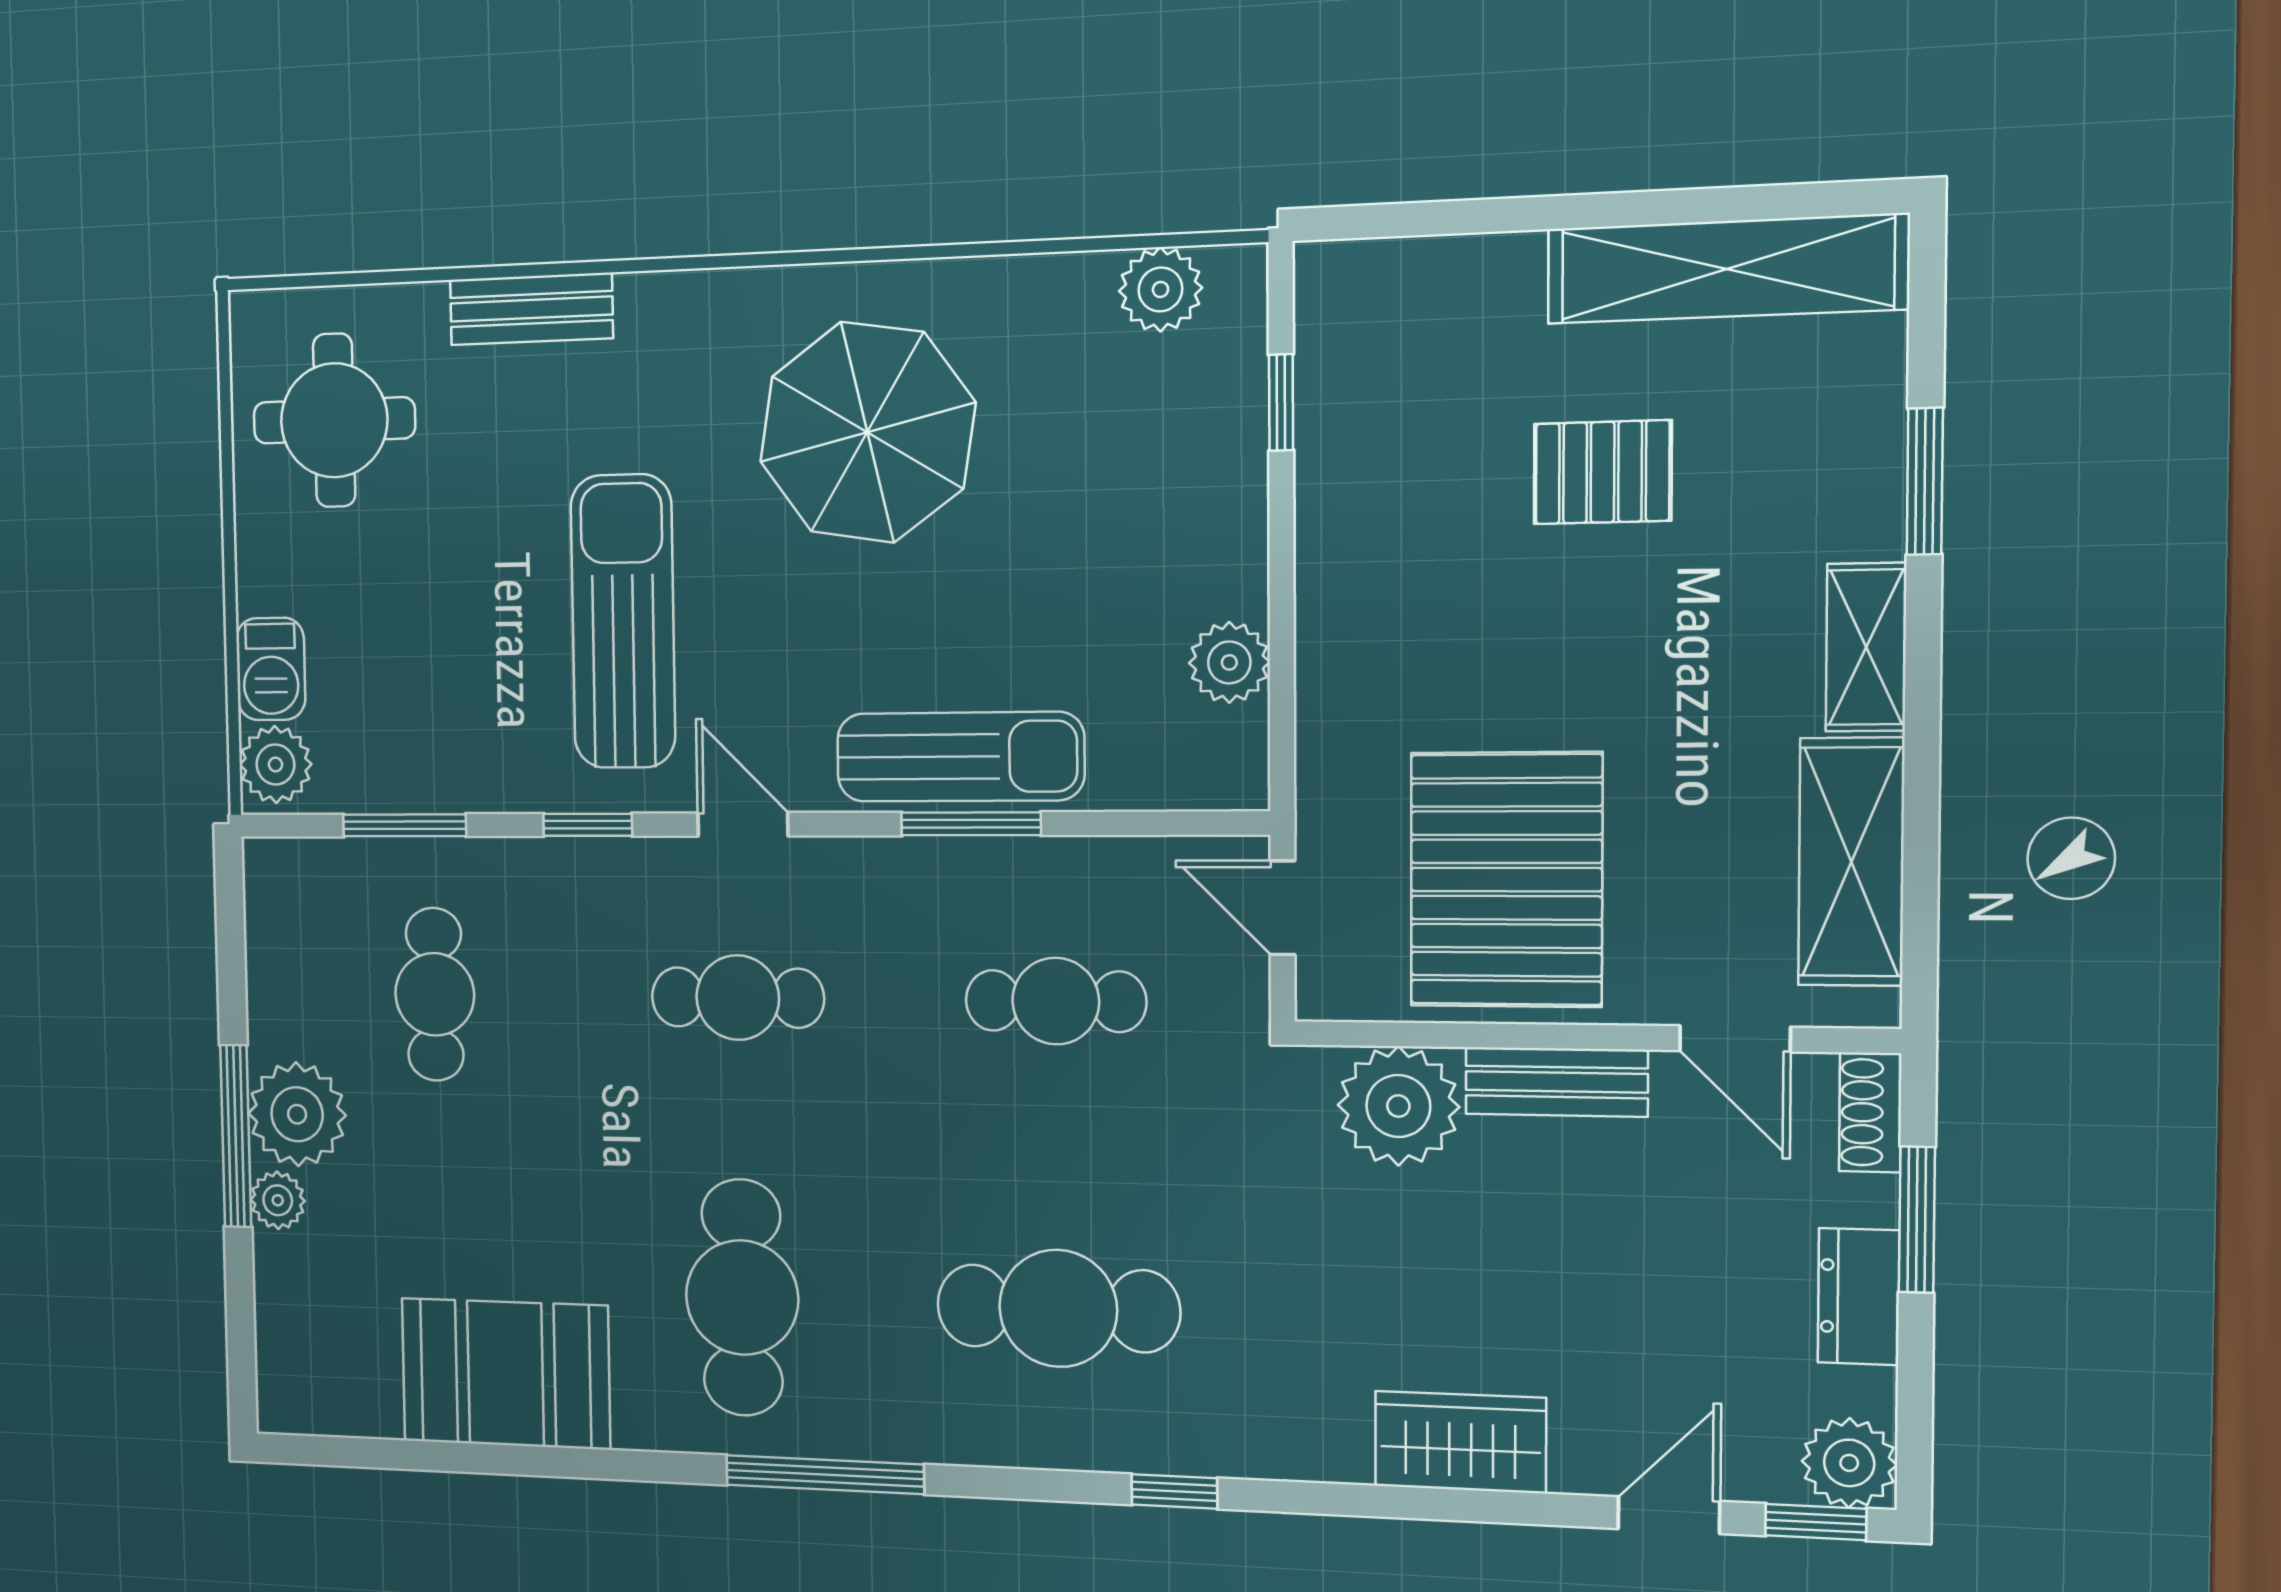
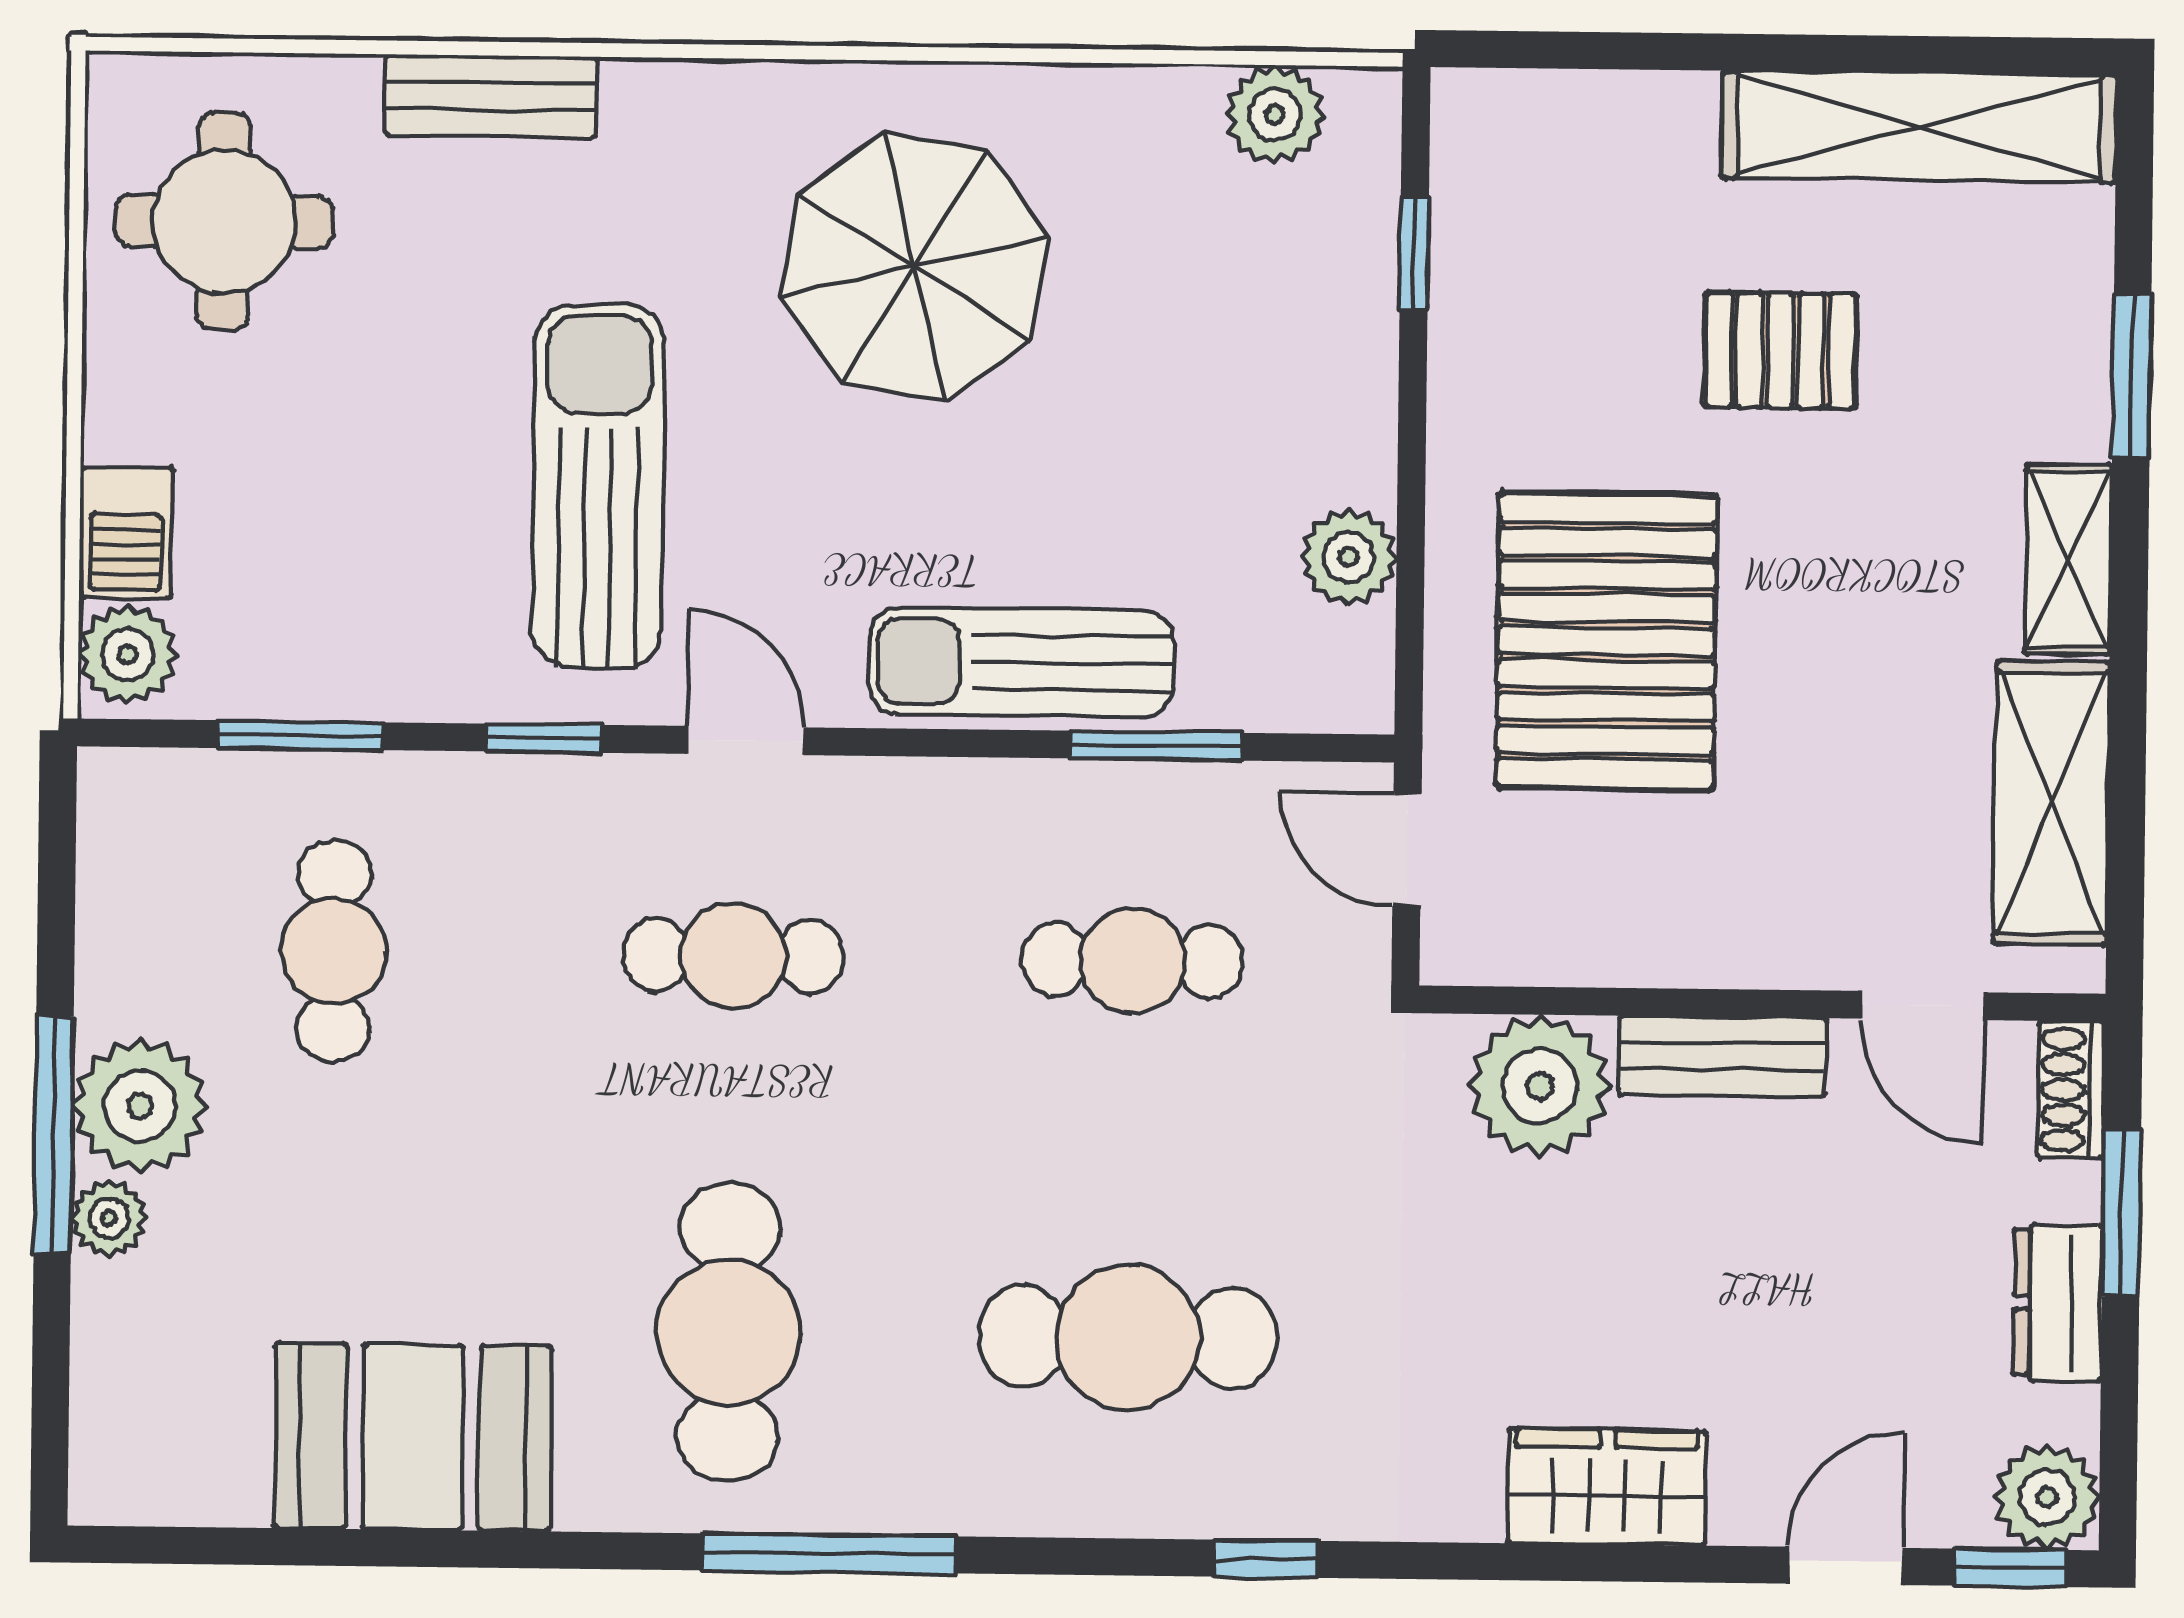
sun lounger: (960, 757) -> (1021, 662), turned 180
window: (971, 824) -> (1156, 746), moved
pallet: (1506, 880) -> (1607, 641), moved

